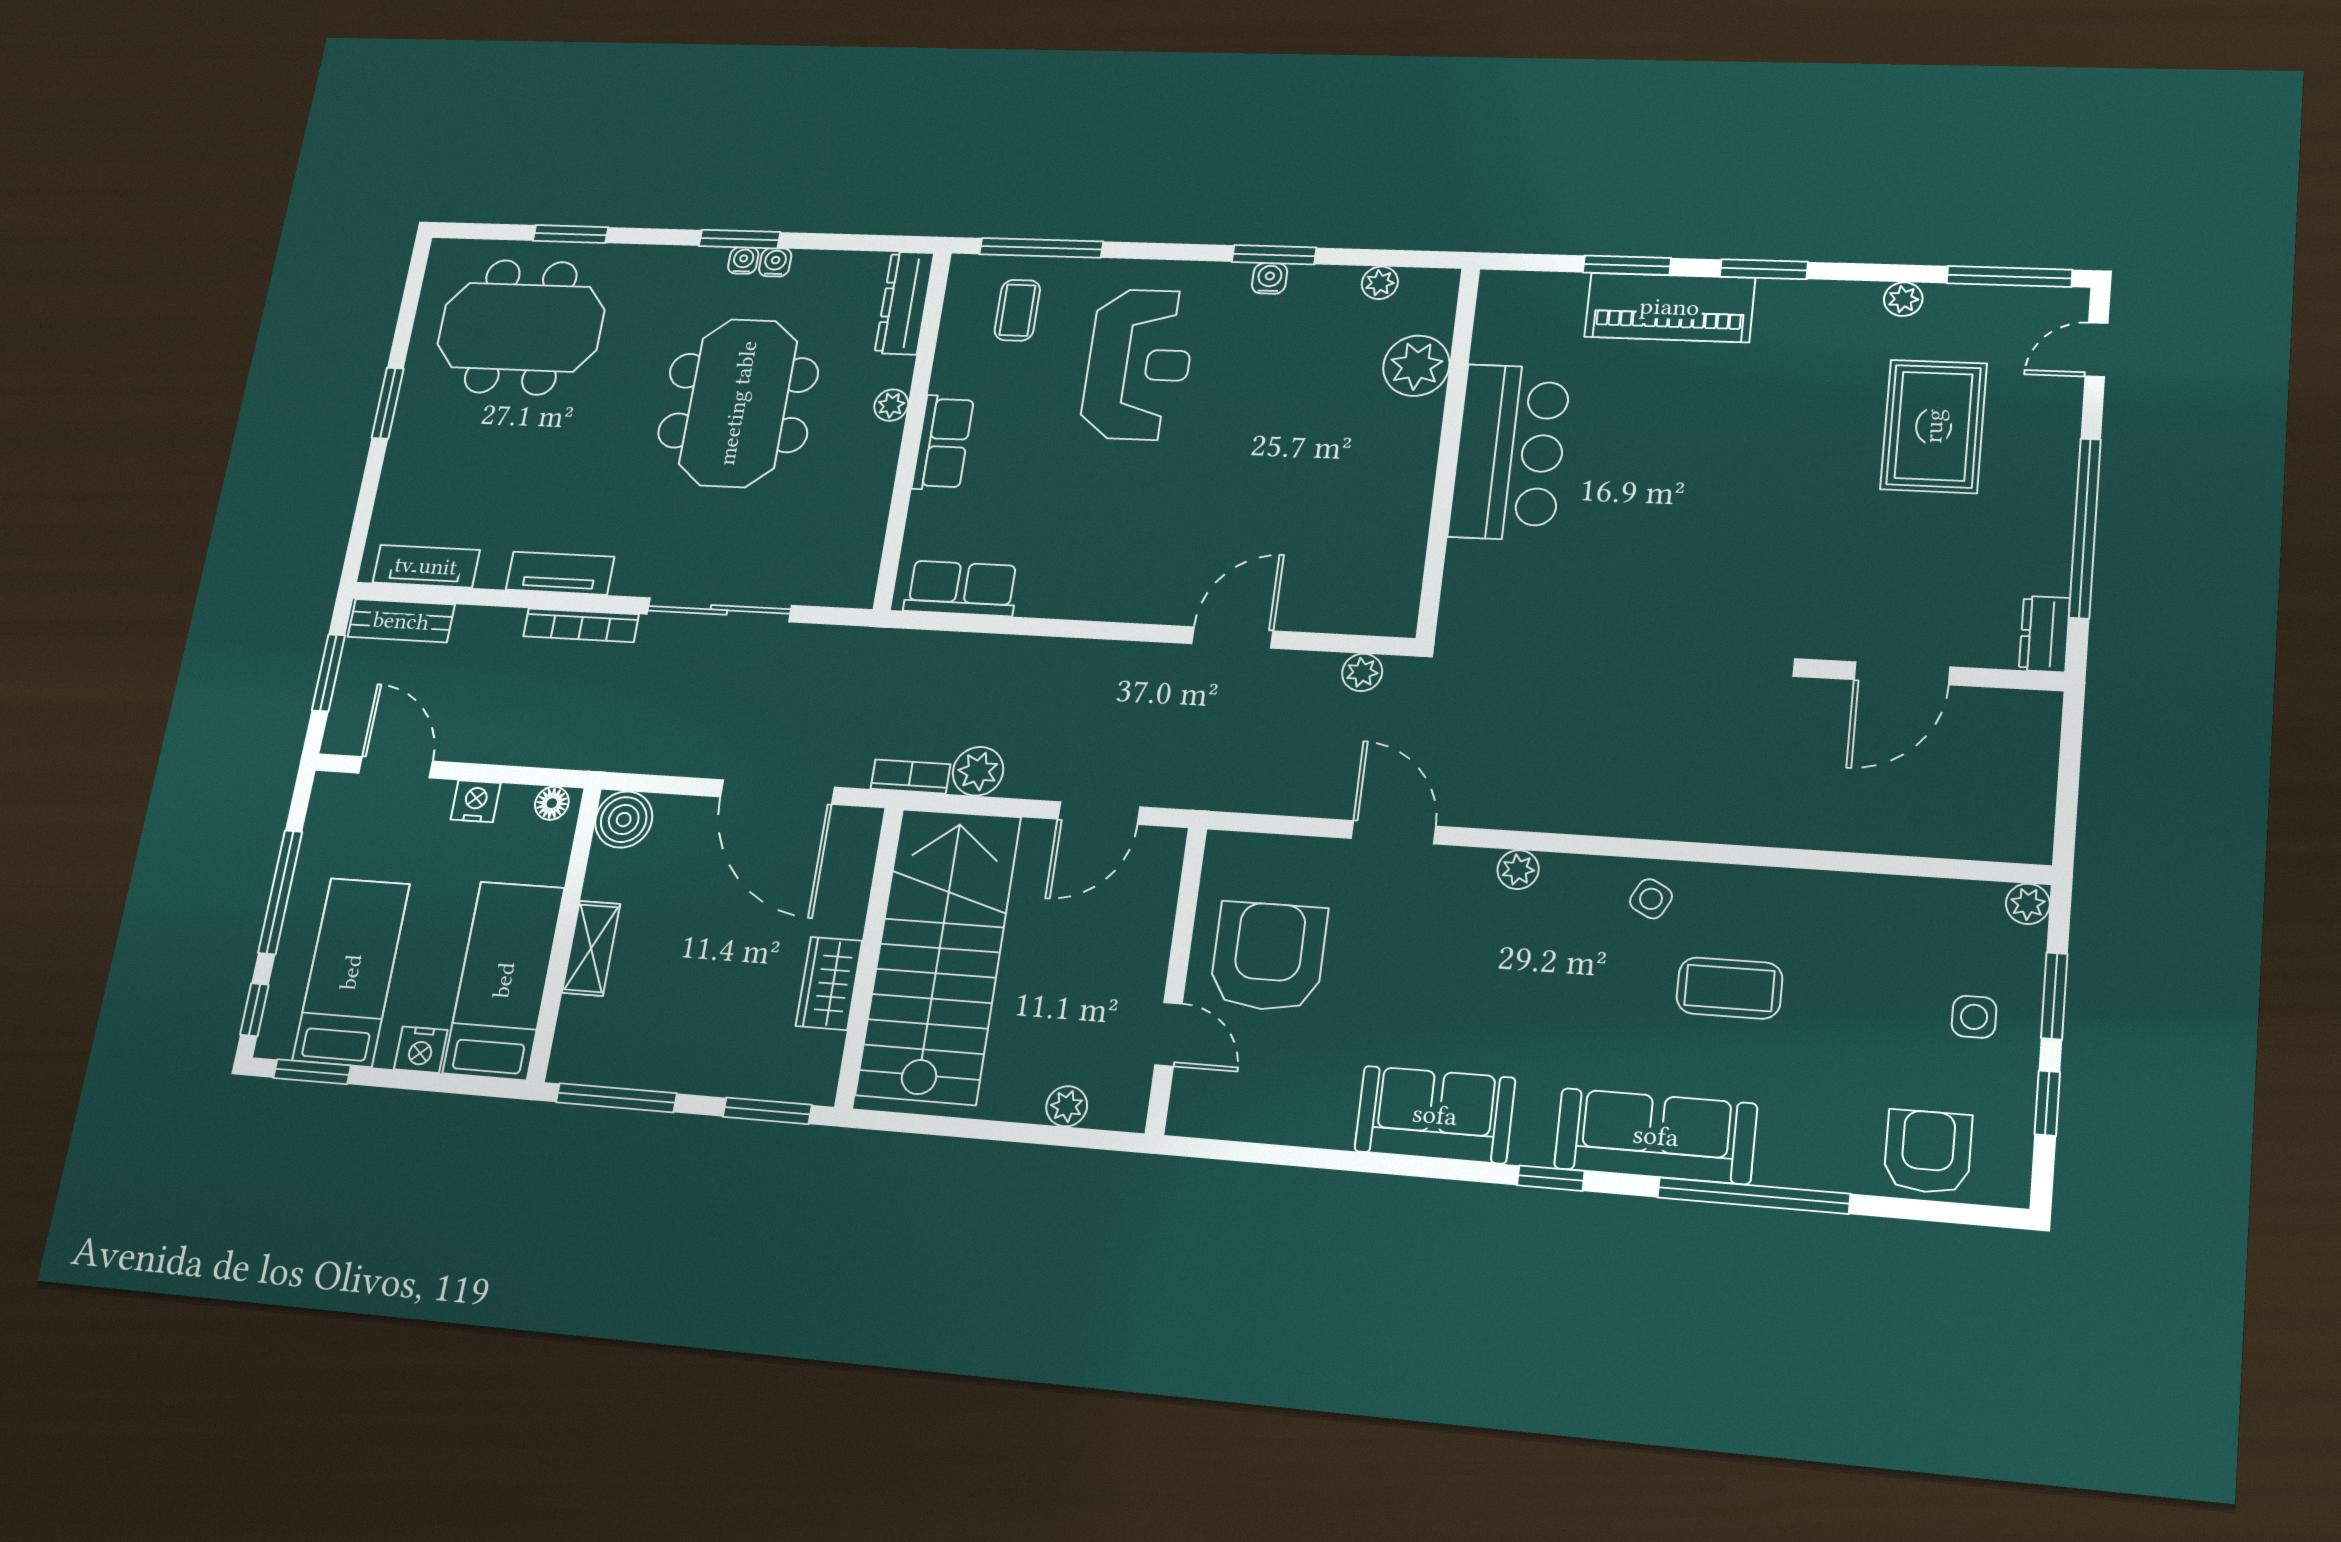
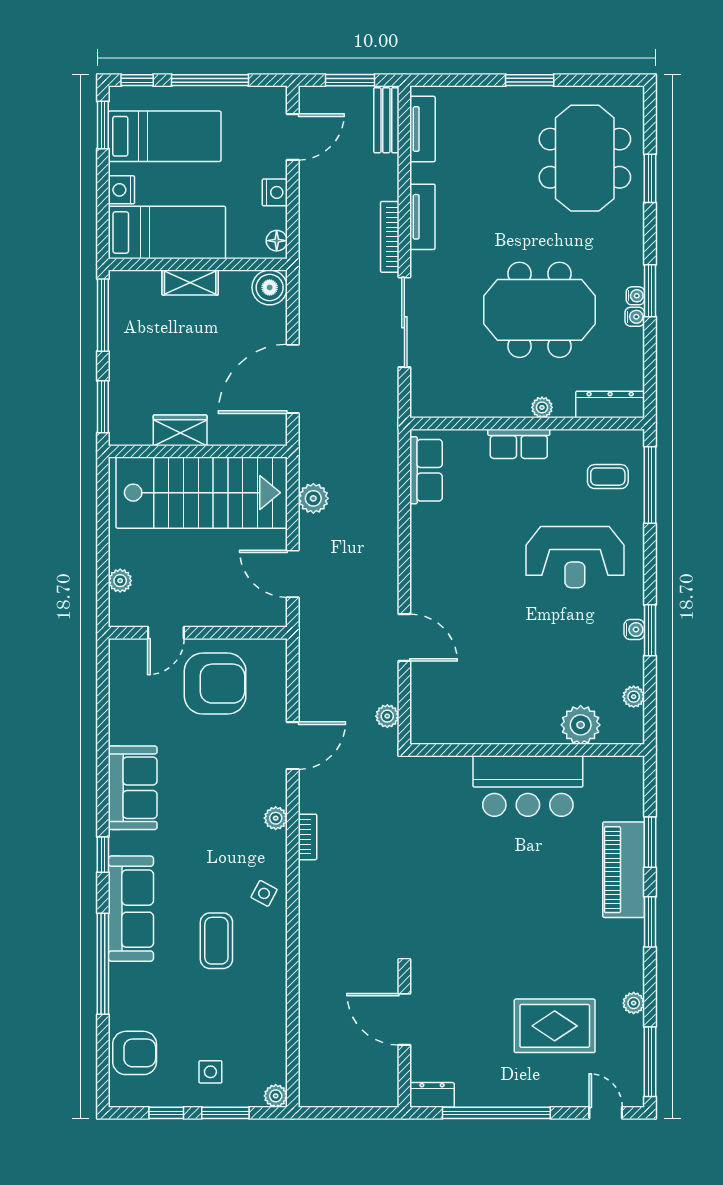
bookcase: (910, 777) -> (307, 837), moved

